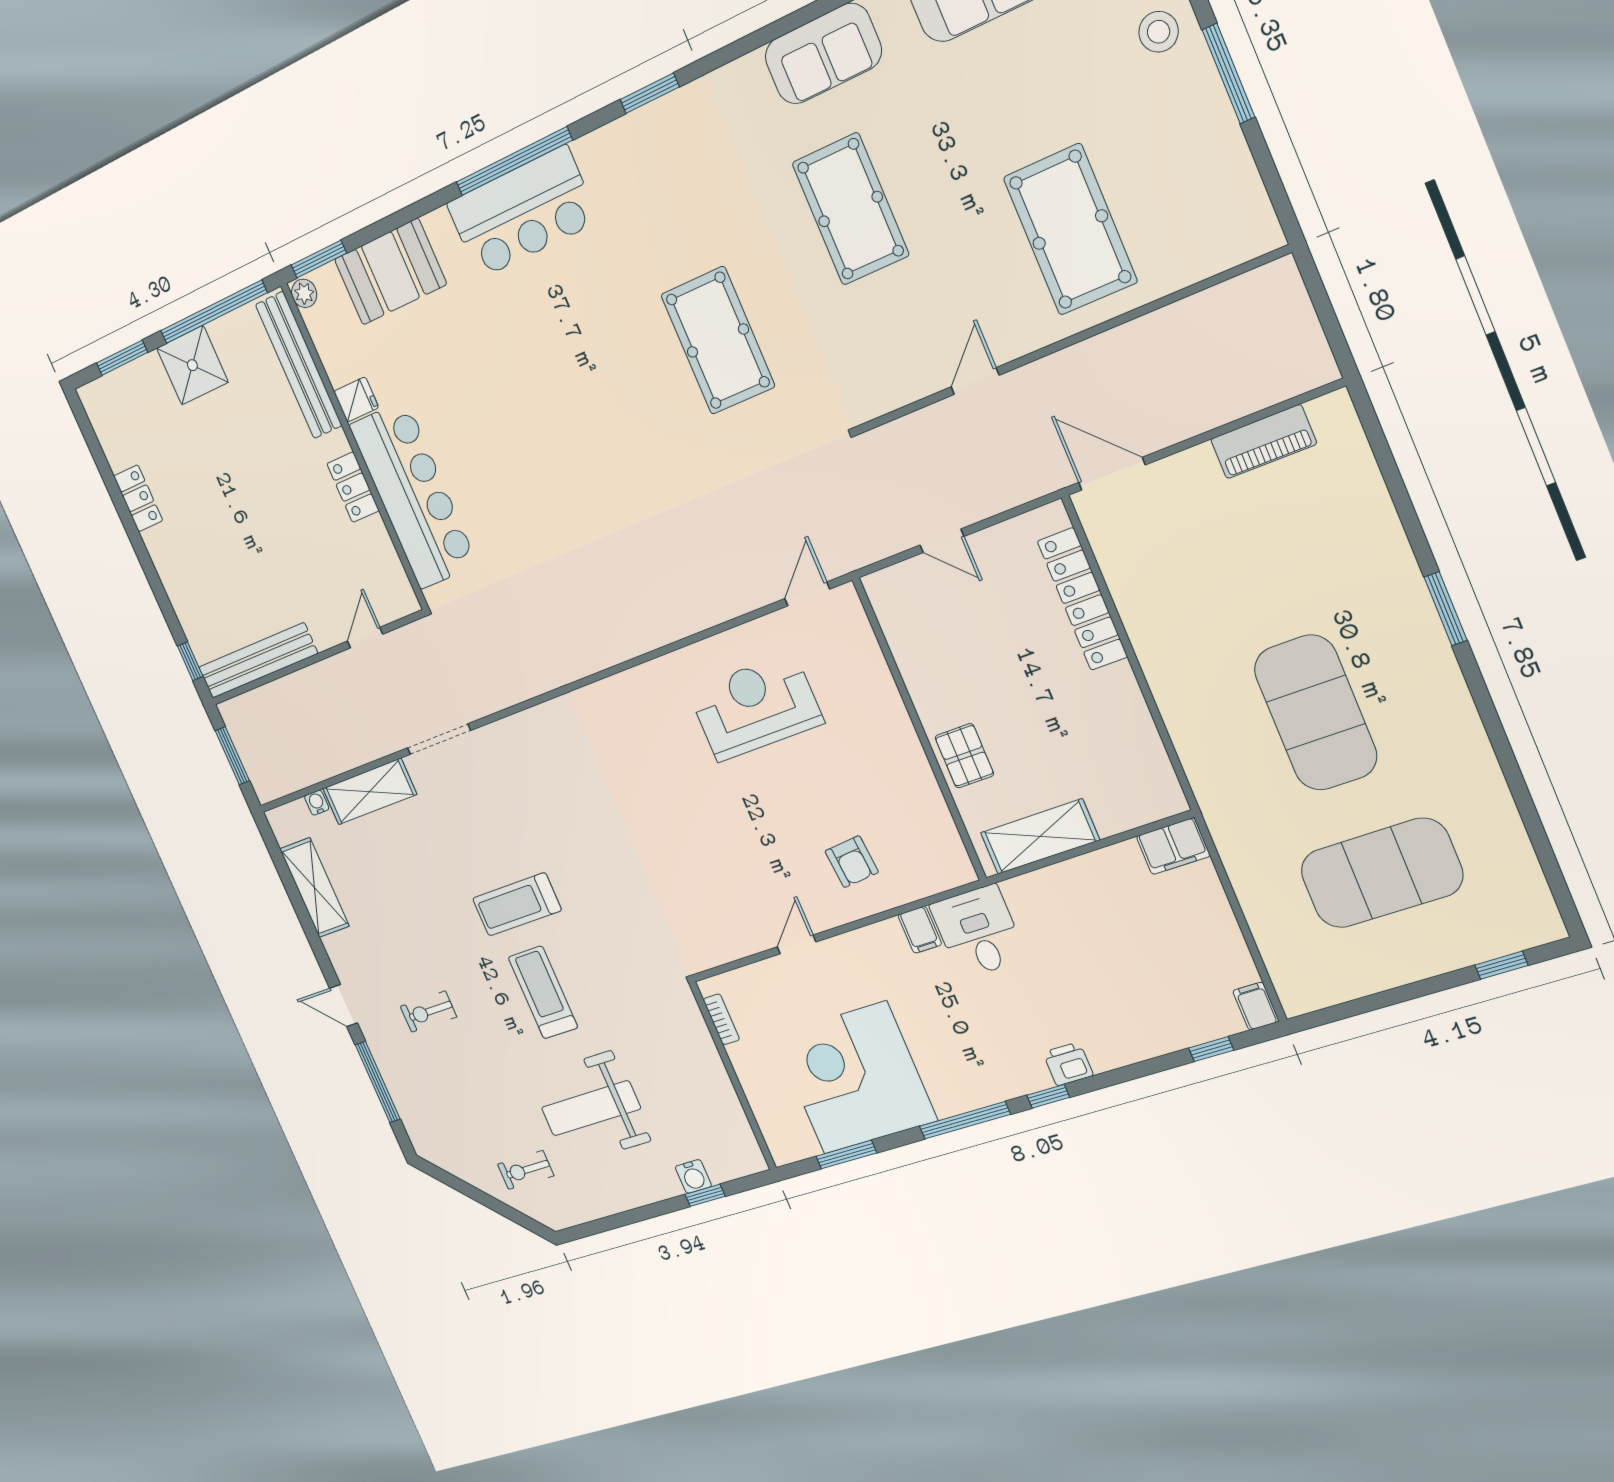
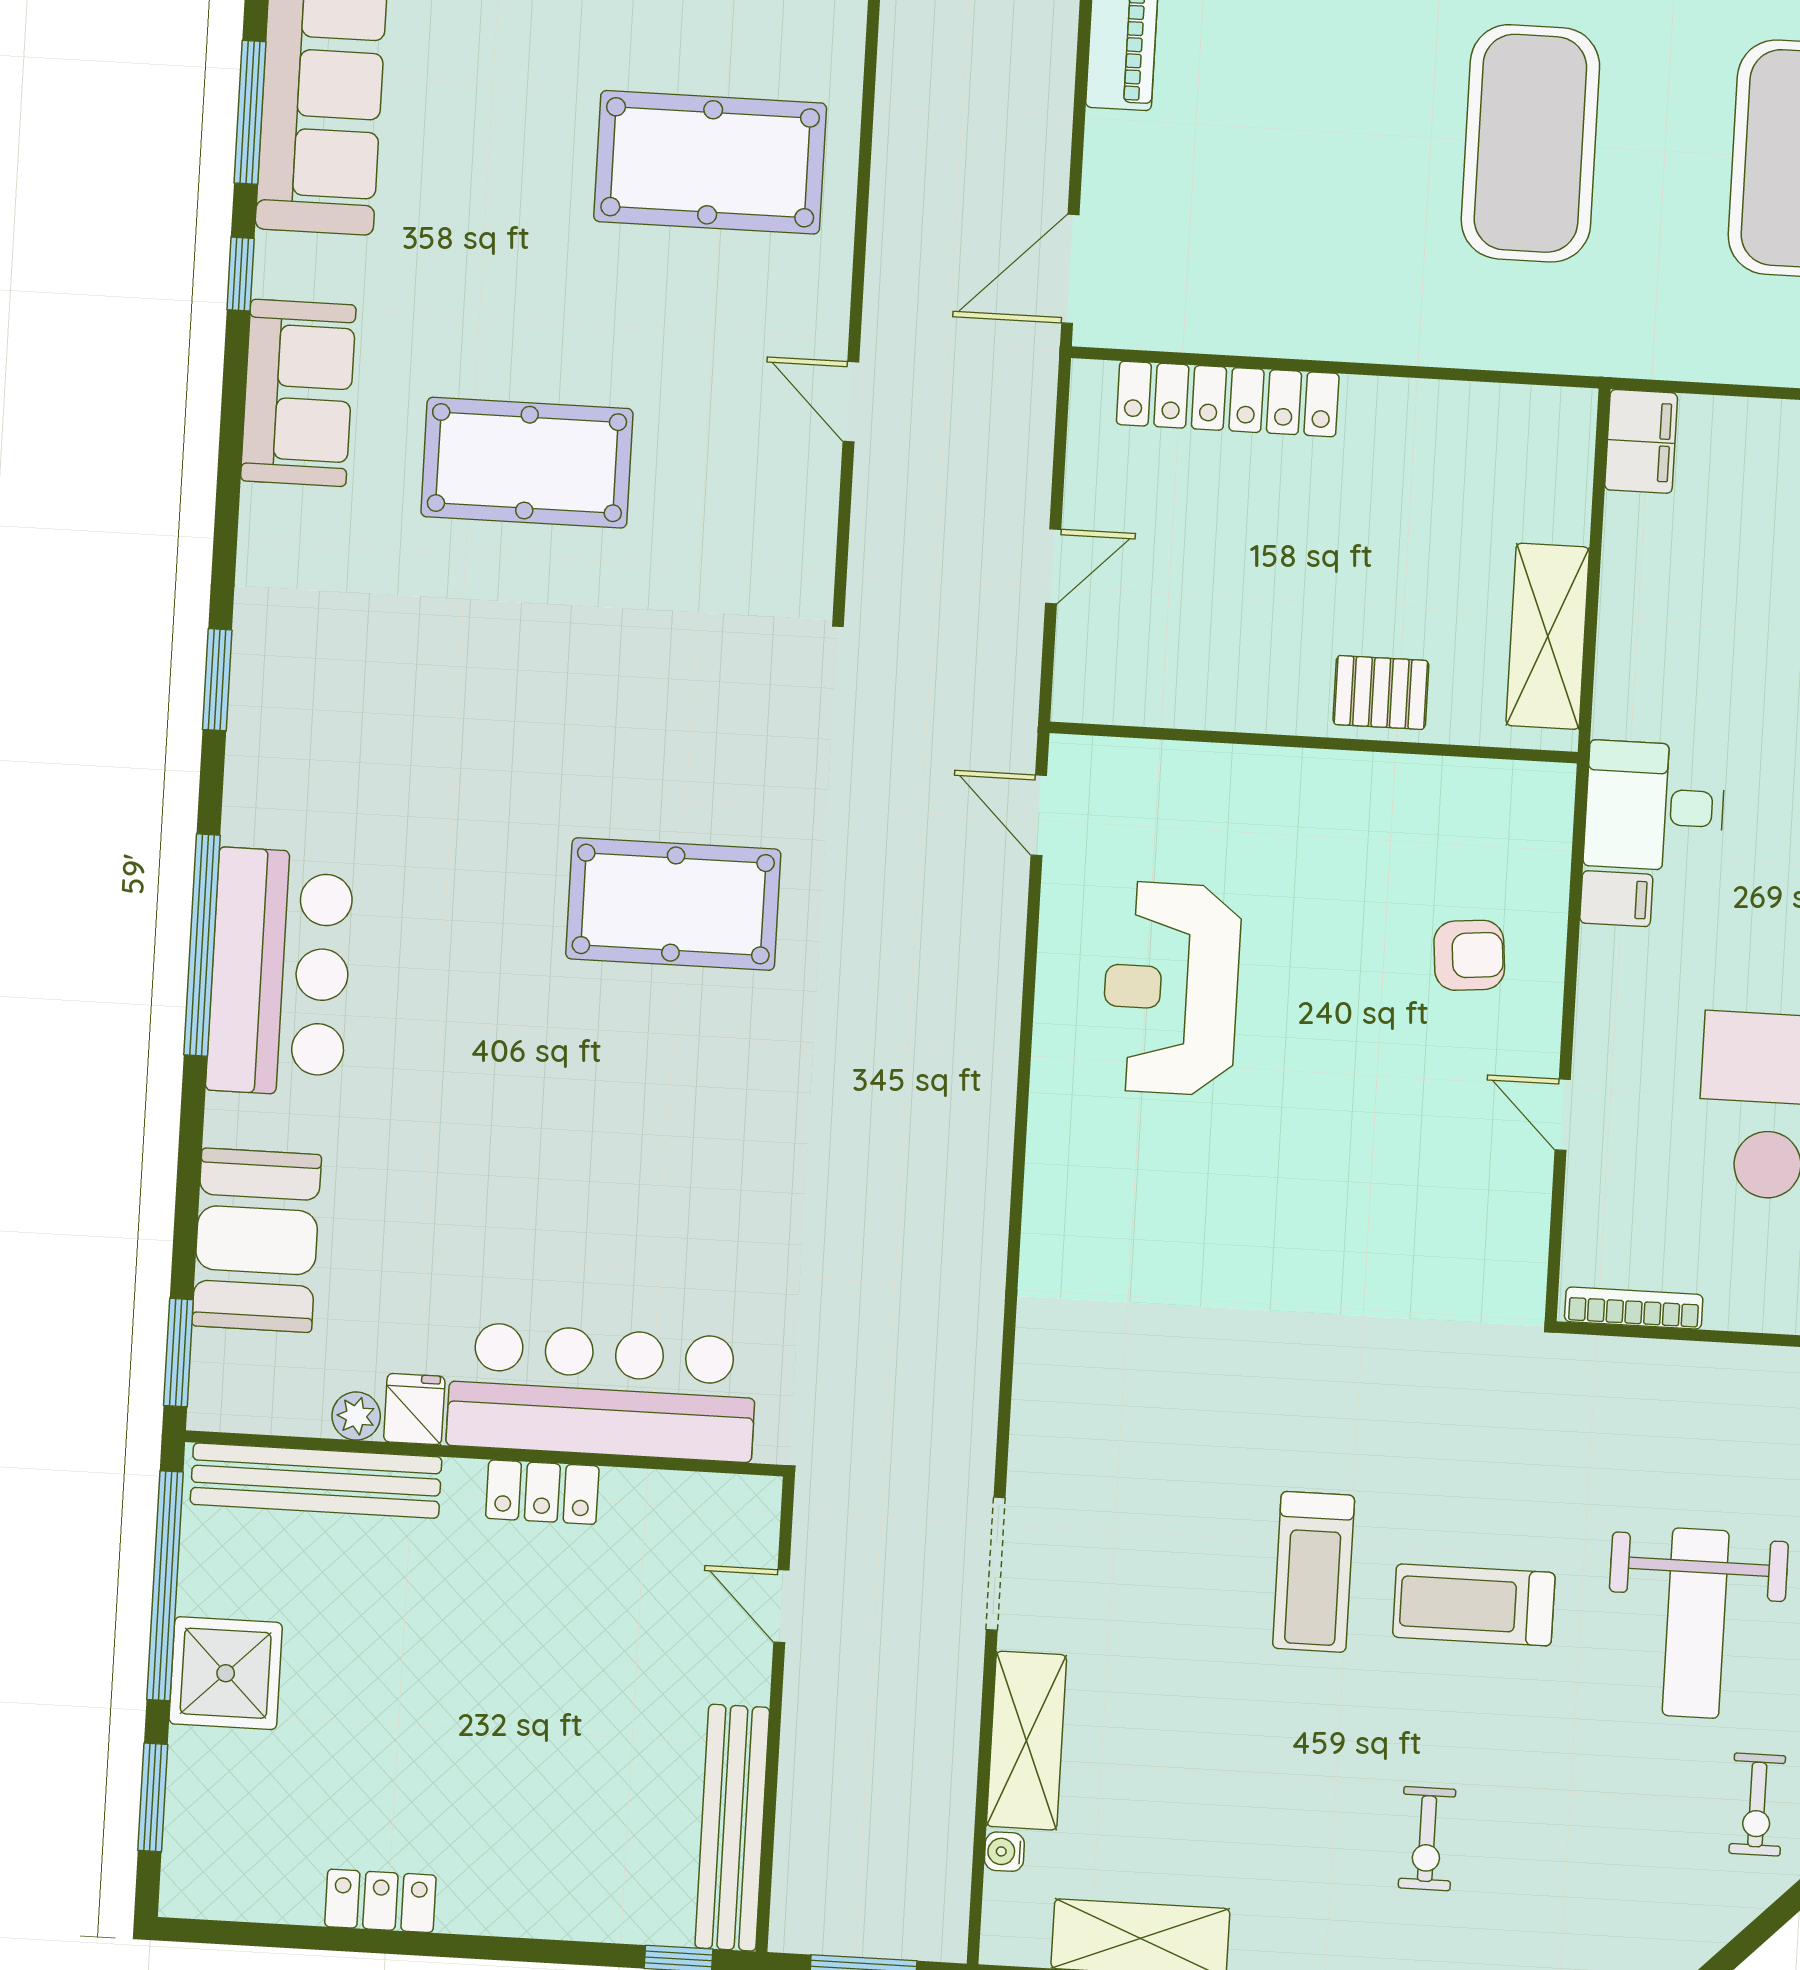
plant: (304, 293) -> (356, 1416), moved
pool table: (718, 341) -> (673, 904), moved
exercise mat: (1316, 713) -> (1530, 143), turned 90
bookcase: (721, 1019) -> (1634, 1308), width x1.56

